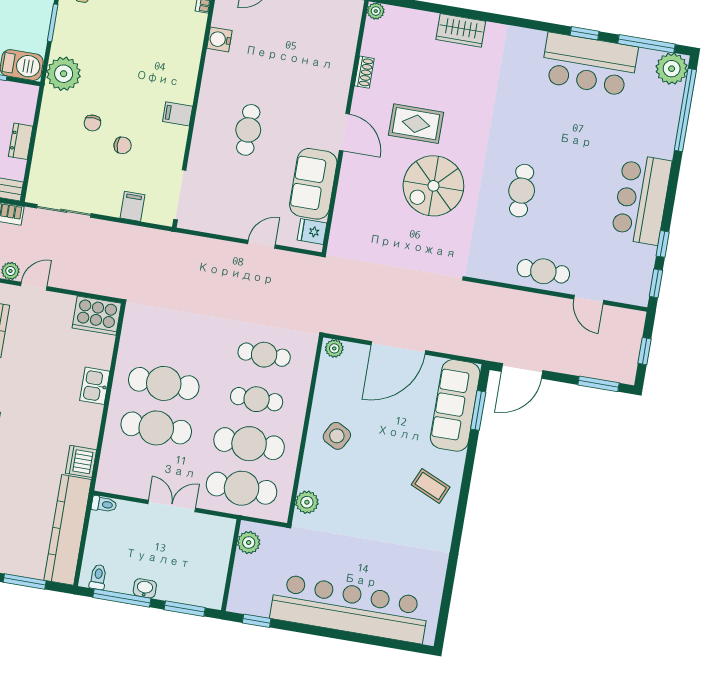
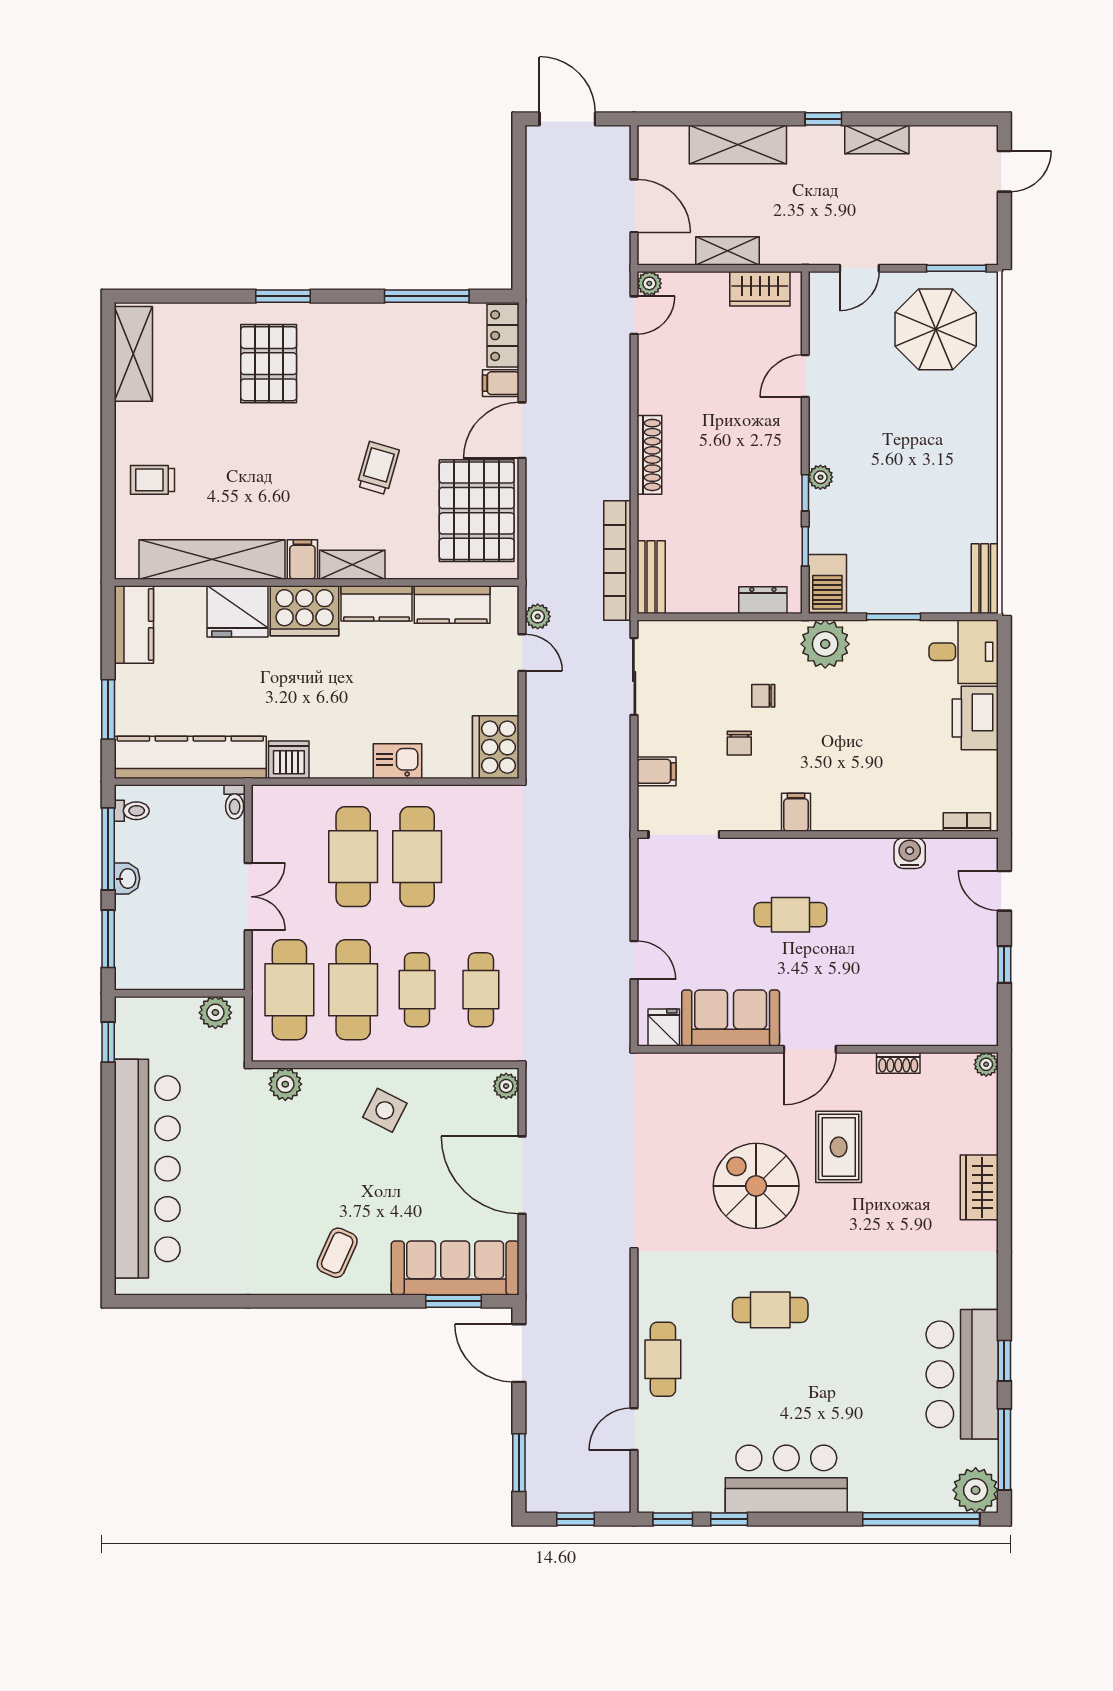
dresser: (21, 141) -> (763, 600), moved

